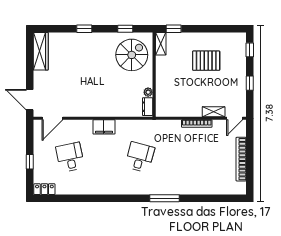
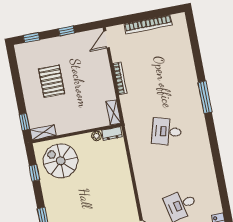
shelving: (214, 112) -> (113, 112), moved
door: (235, 118) -> (106, 39), swing flipped
filing cabinet: (104, 127) -> (142, 175), removed

